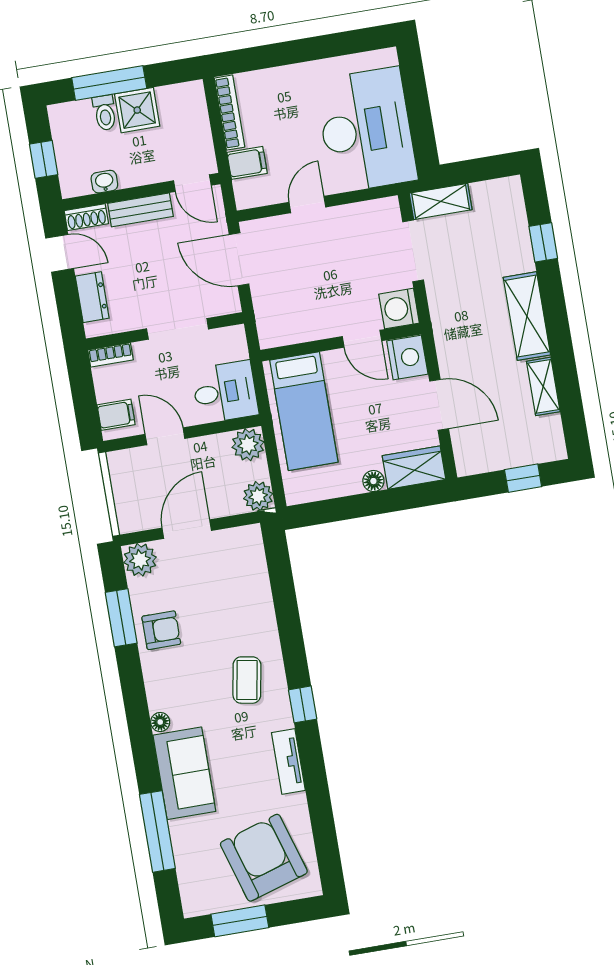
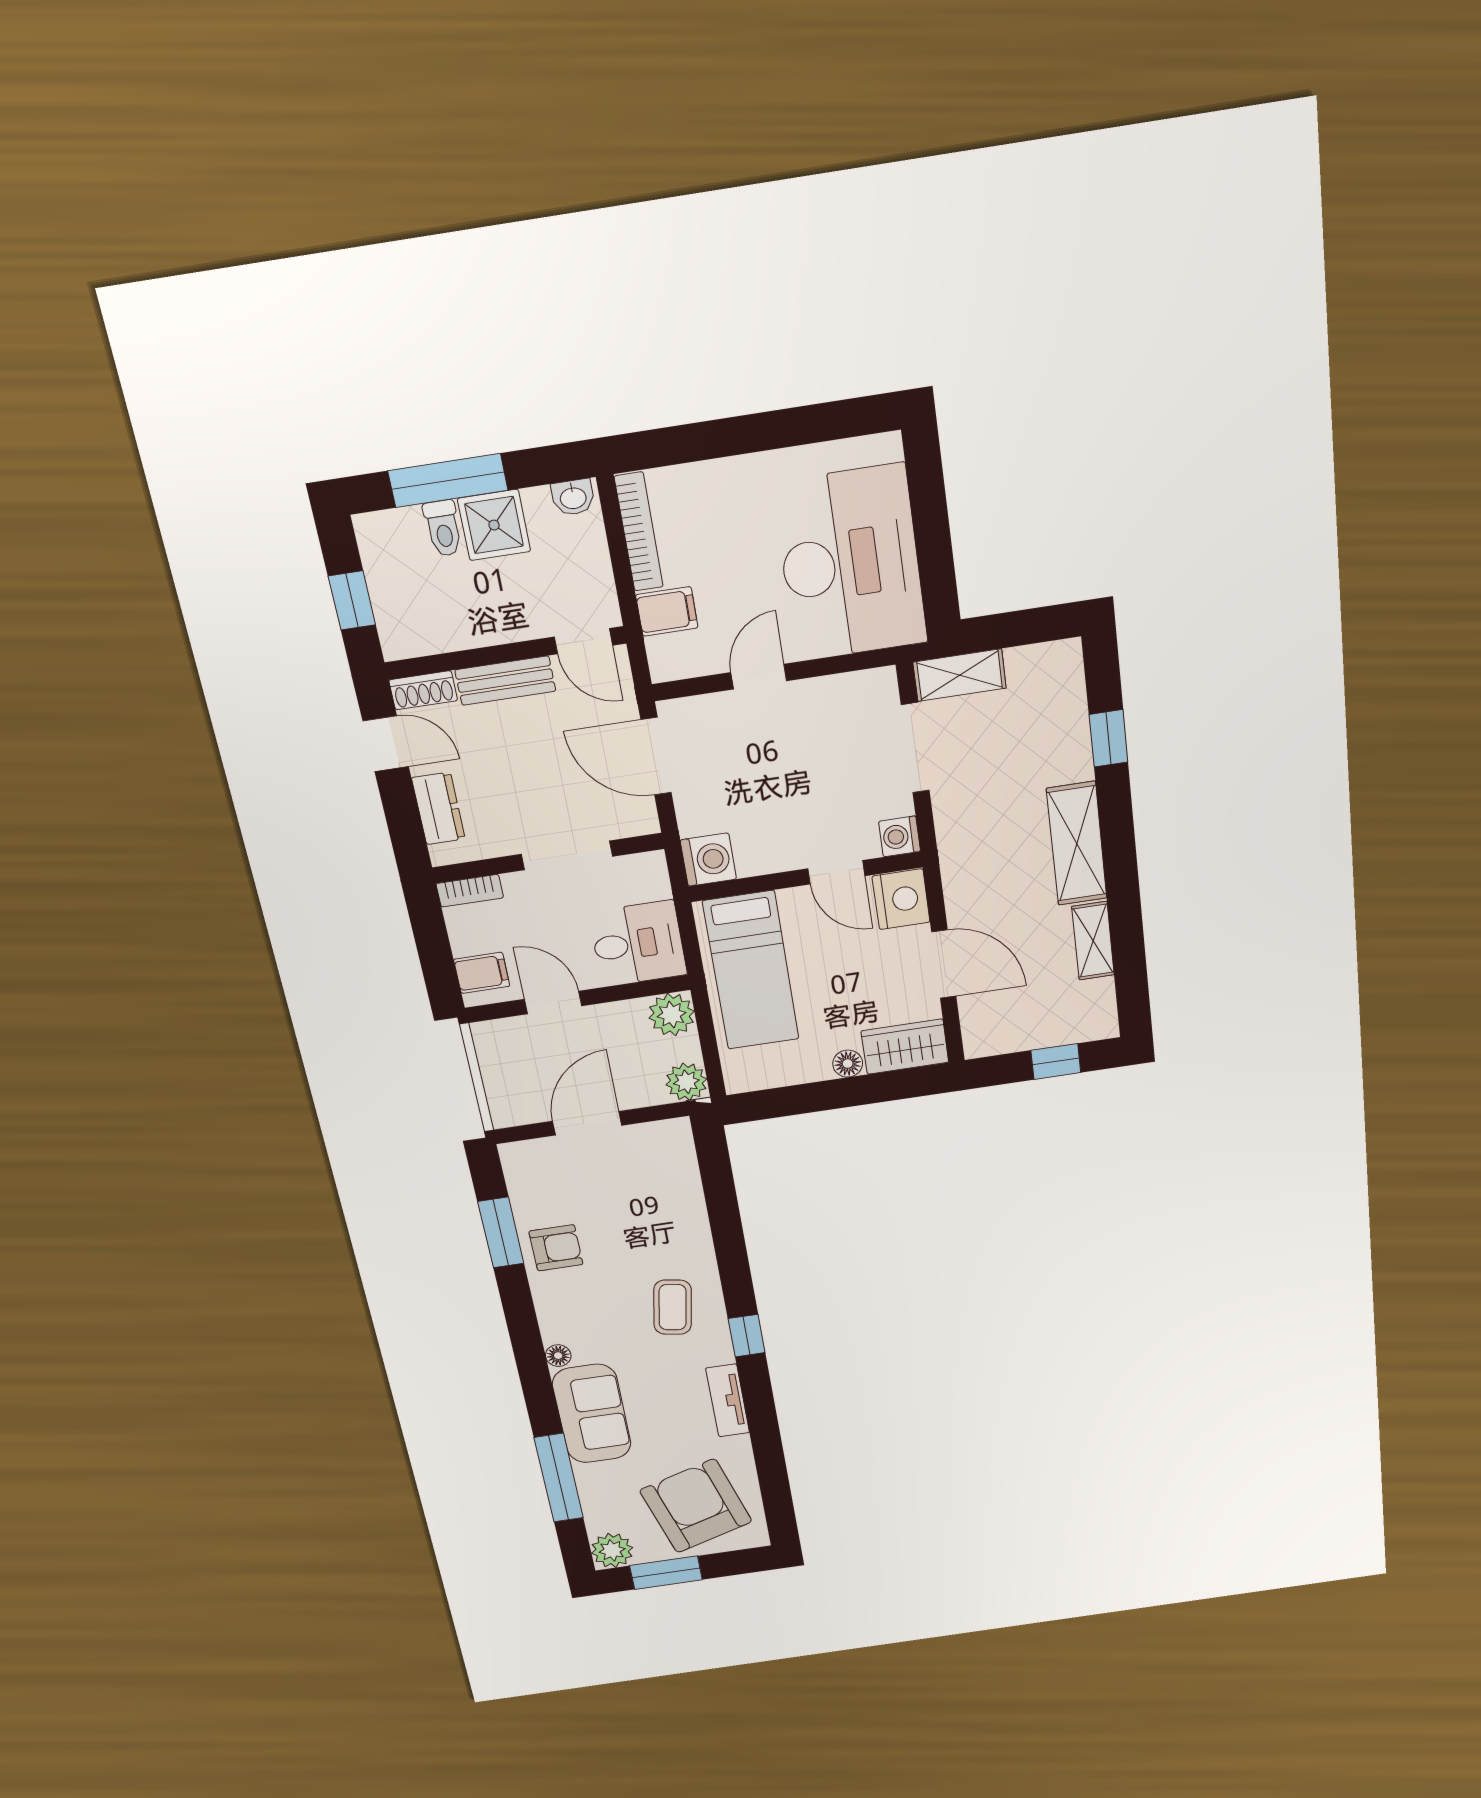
washbasin: (104, 182) -> (573, 497), moved, turned 180
washing machine: (399, 309) -> (900, 836), width x0.73, depth x0.73
washing machine: (274, 331) -> (708, 860), added
plant: (140, 560) -> (612, 1550), moved

